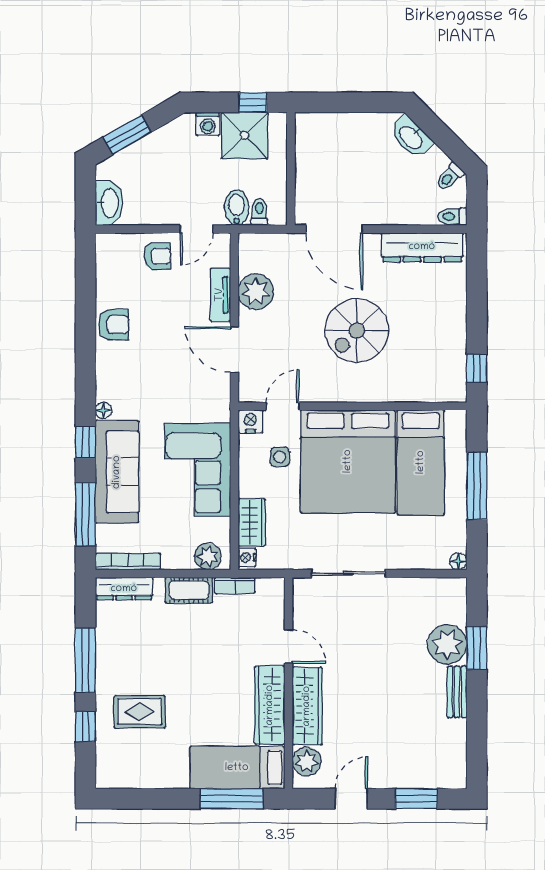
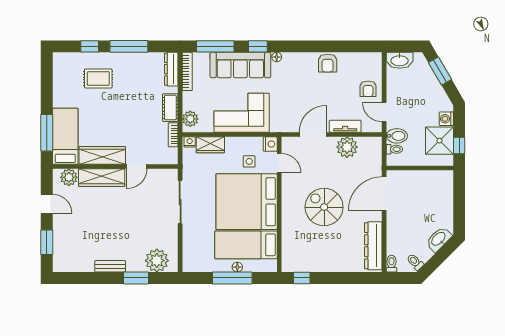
floor lamp: (458, 561) -> (237, 267), moved
plant: (447, 644) -> (157, 261), moved
rug: (140, 712) -> (98, 78), turned 90

